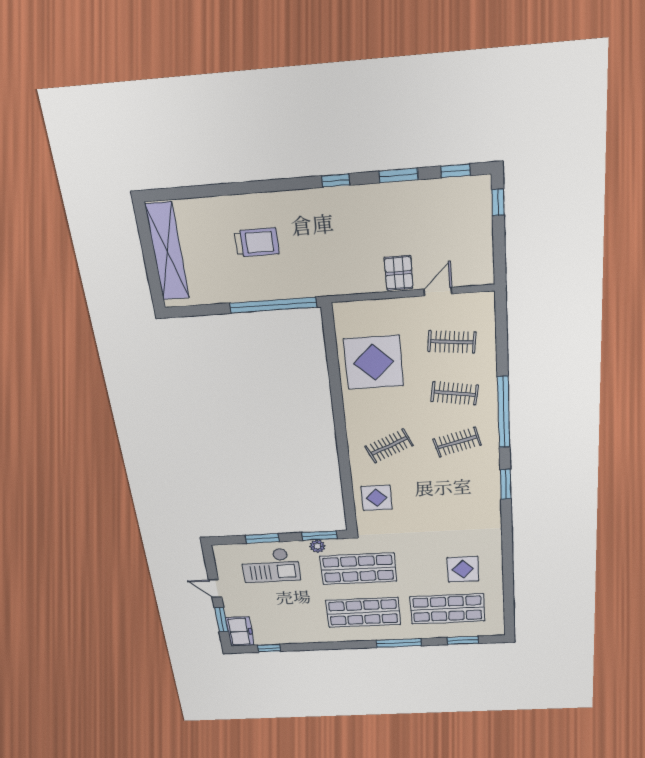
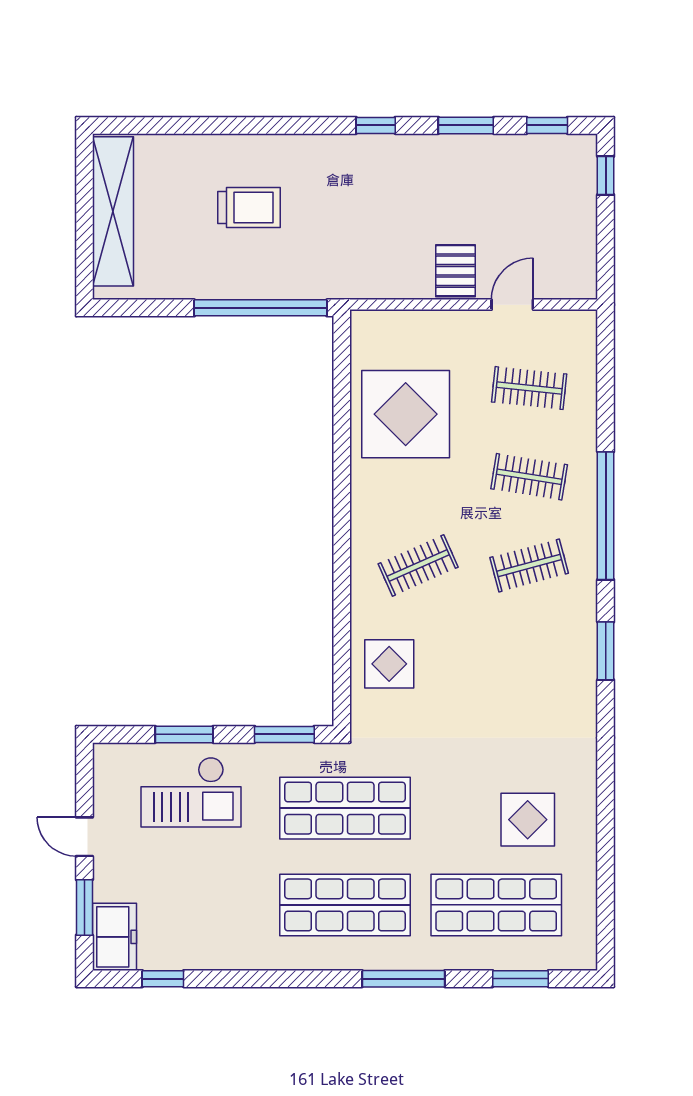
plant: (317, 546) -> (278, 756), removed

